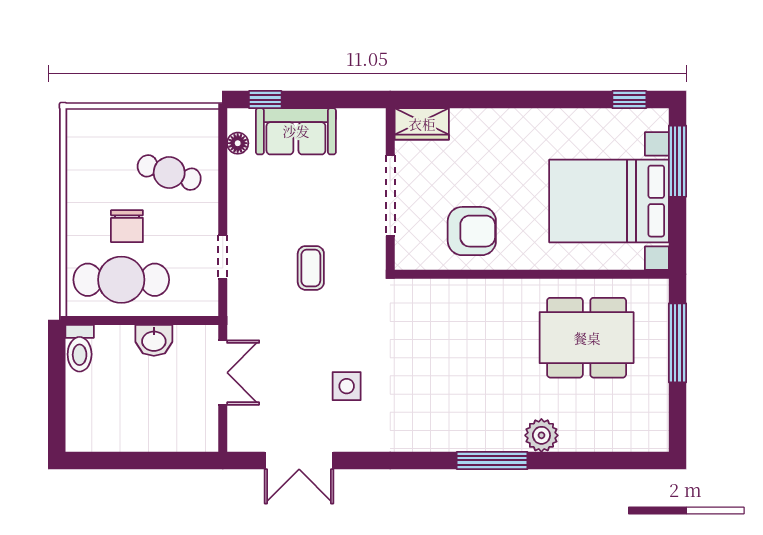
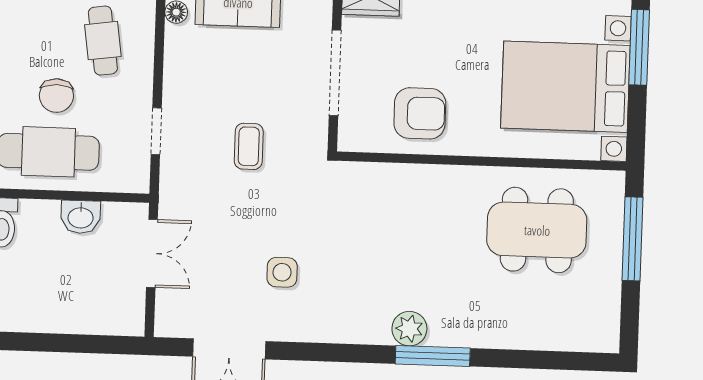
cafe table: (169, 173) -> (103, 41), turned 65
plant: (541, 435) -> (409, 329), moved

